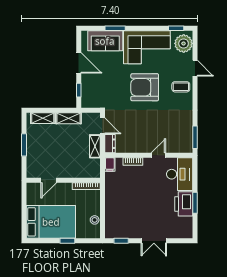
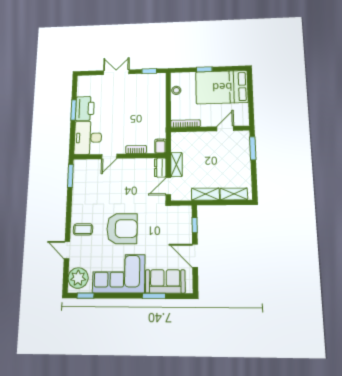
door: (102, 126) -> (168, 186), hinge flipped
window: (24, 145) -> (253, 148), moved

